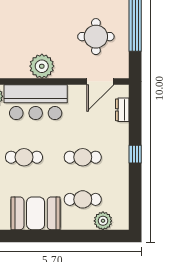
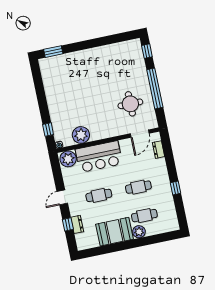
plant: (42, 66) -> (81, 135), moved
window: (135, 154) -> (176, 188), moved
plant: (103, 221) -> (139, 232), moved

